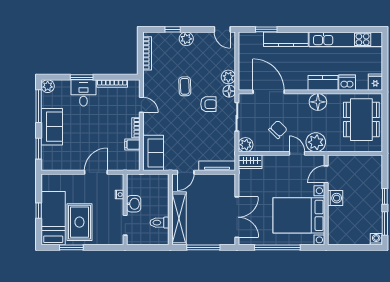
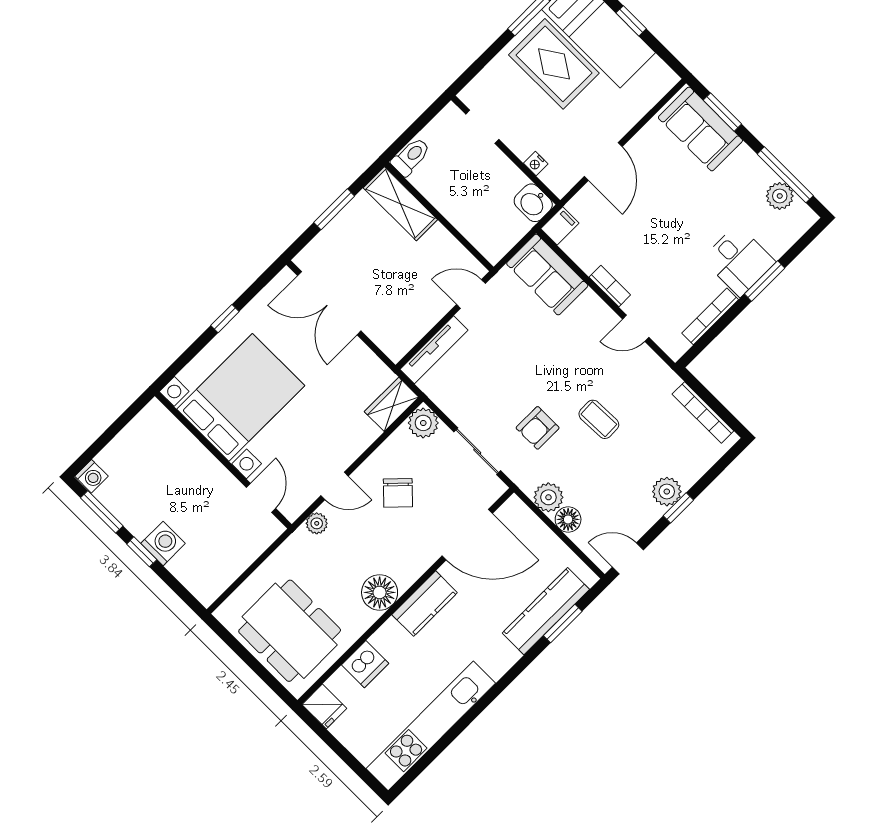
window: (173, 29) -> (678, 508), moved
kitchen counter: (286, 39) -> (546, 611), moved
kitchen counter: (323, 83) -> (425, 604), moved
plant: (48, 86) -> (780, 196), moved
floor lamp: (229, 91) -> (568, 519), moved
sofa: (52, 127) -> (700, 129), moved
plant: (316, 142) -> (317, 523), width x0.53, depth x0.53
filing cabinet: (132, 145) -> (560, 226), moved
door: (186, 172) -> (471, 294), hinge flipped
washing machine: (335, 198) -> (163, 543), moved, turned 180
washbasin: (134, 204) -> (533, 203), moved
shelving: (179, 218) -> (400, 204), width x0.68
toilet: (159, 223) -> (411, 157), moved
window: (203, 247) -> (334, 209), width x0.69
window: (277, 247) -> (225, 319), width x0.32

